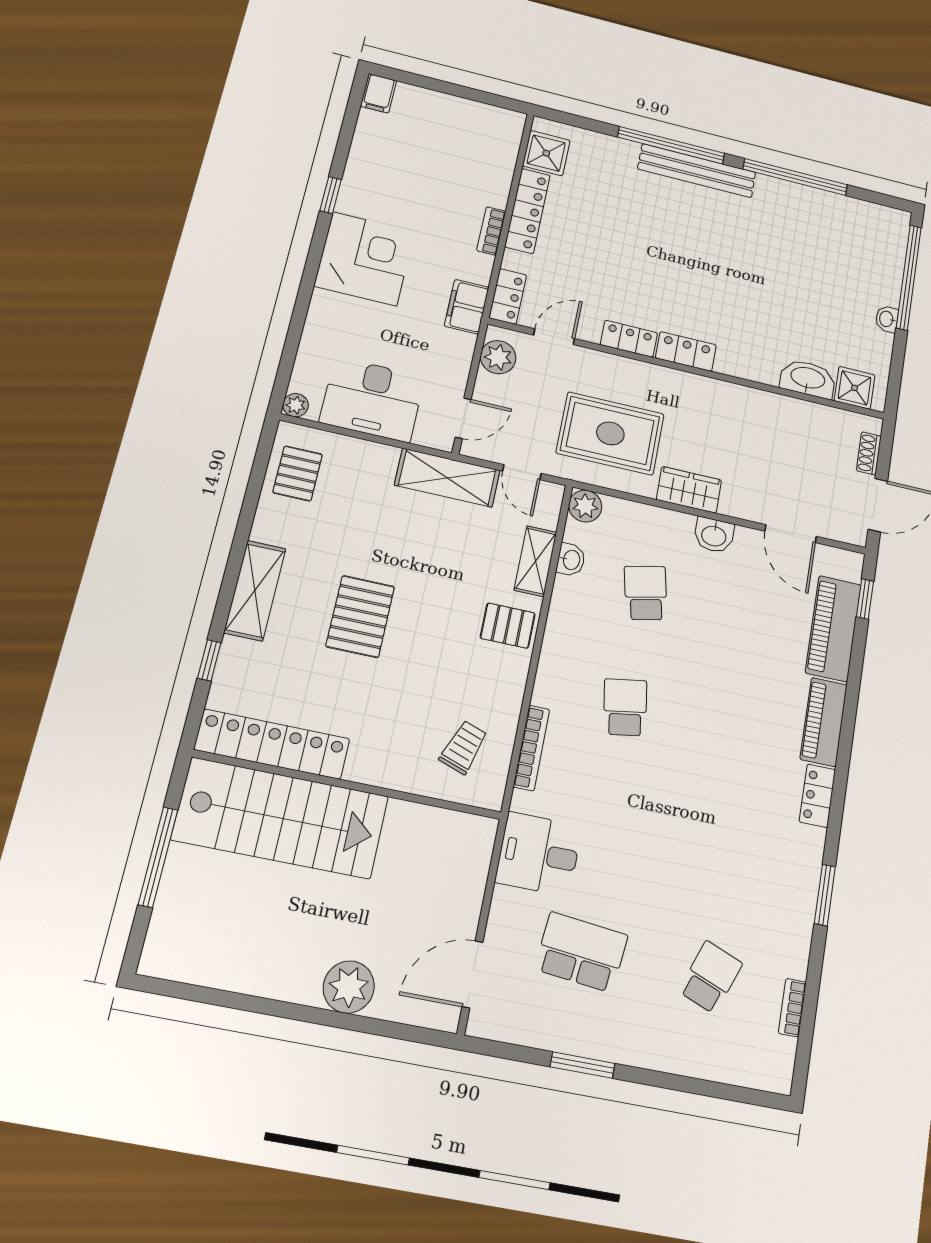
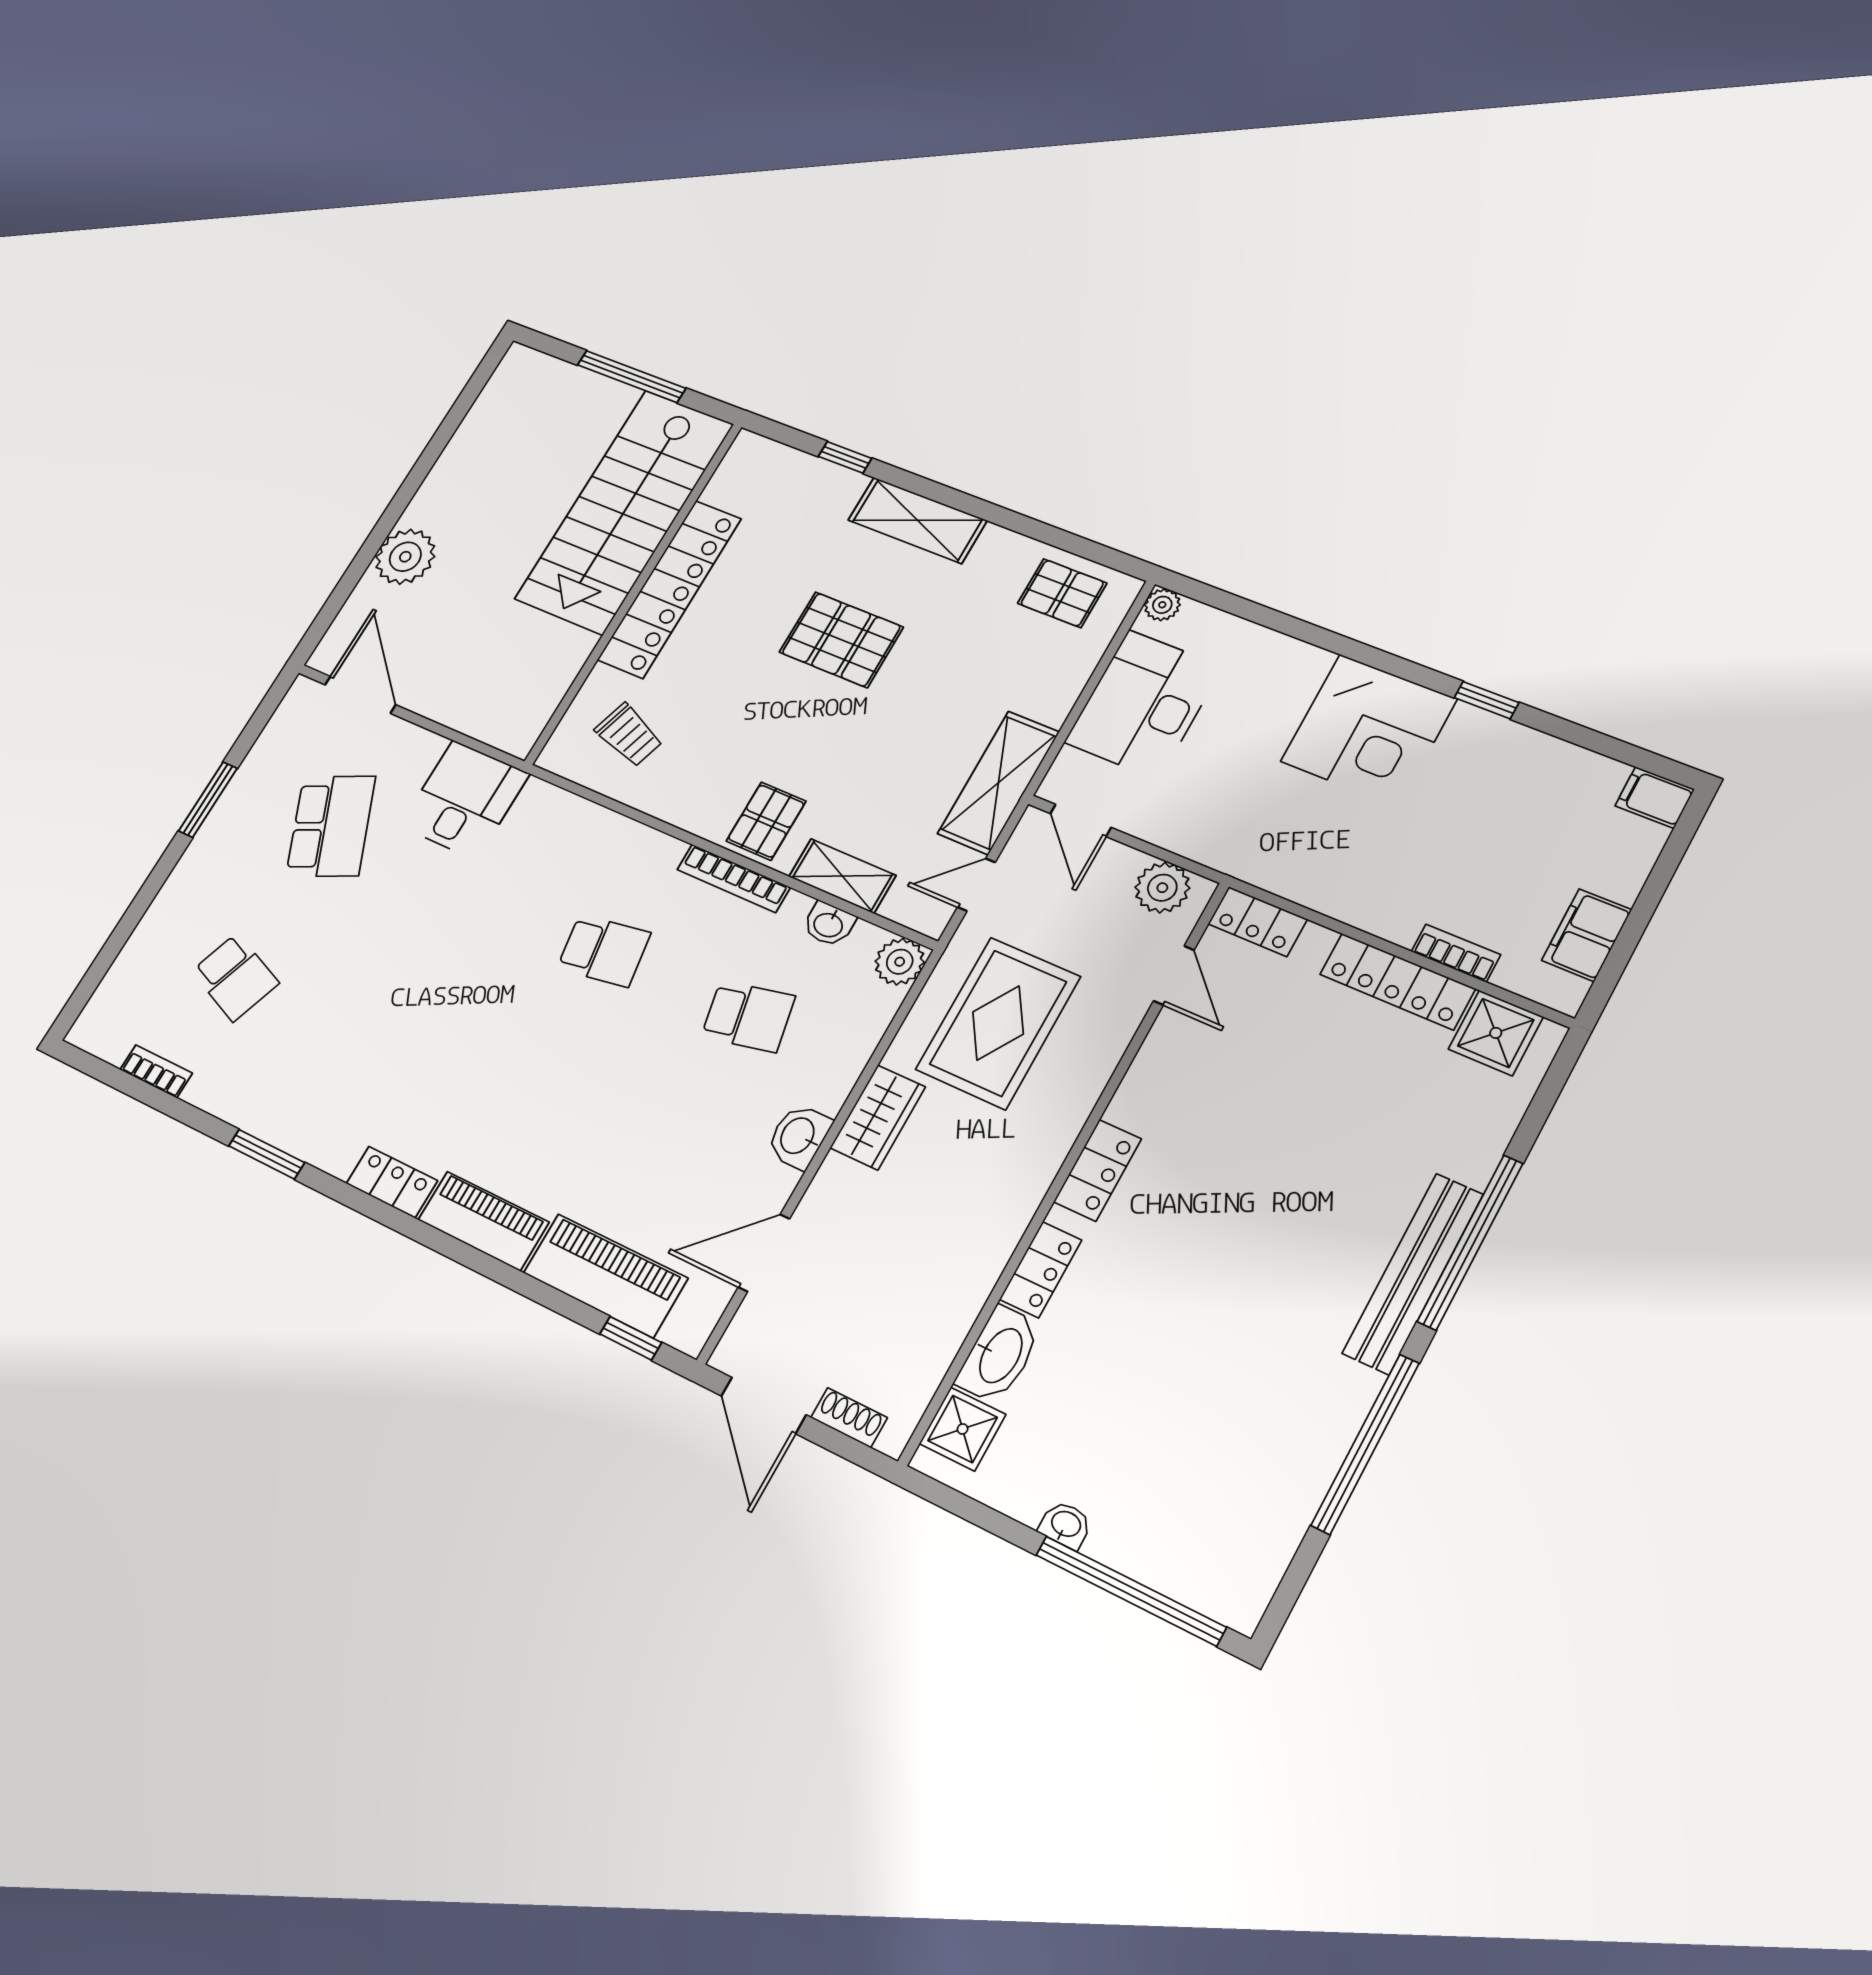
bookcase: (491, 231) -> (1456, 953), moved
filing cabinet: (467, 307) -> (1587, 935), moved, turned -90
locker: (629, 339) -> (1041, 1270), moved
locker: (272, 744) -> (670, 589), moved
bookcase: (531, 748) -> (734, 878), moved
school desk: (581, 952) -> (331, 826), turned -30

